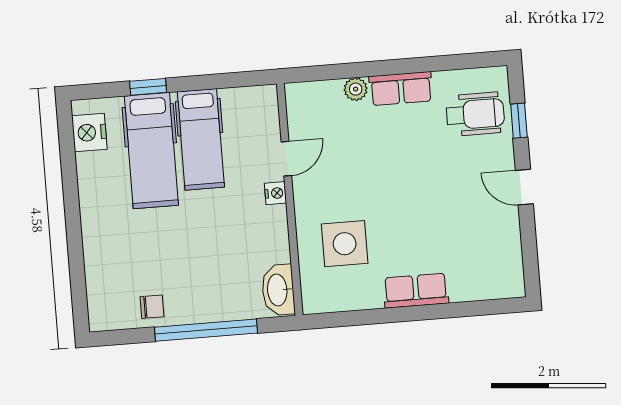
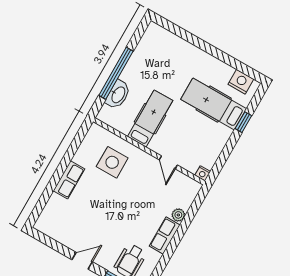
hospital bed: (201, 139) -> (150, 119), moved, turned 90
nightstand: (275, 193) -> (203, 173), moved
washbasin: (278, 290) -> (118, 95), moved, turned 90
chair: (152, 307) -> (143, 56), removed

